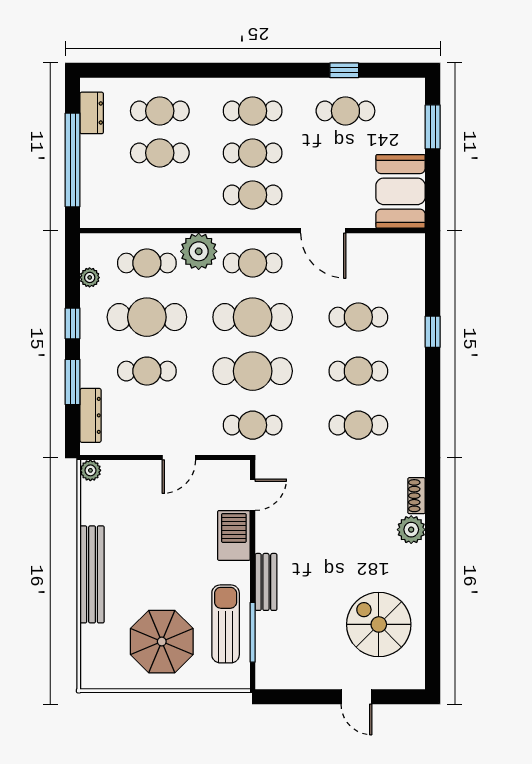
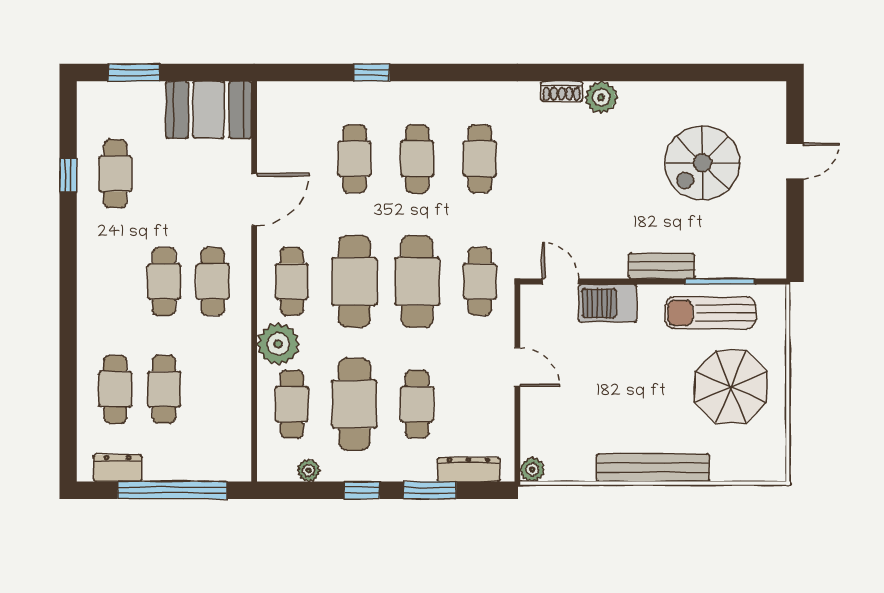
cafe table: (253, 111) -> (115, 281), removed
spiral stairs: (379, 624) -> (702, 163), moved

